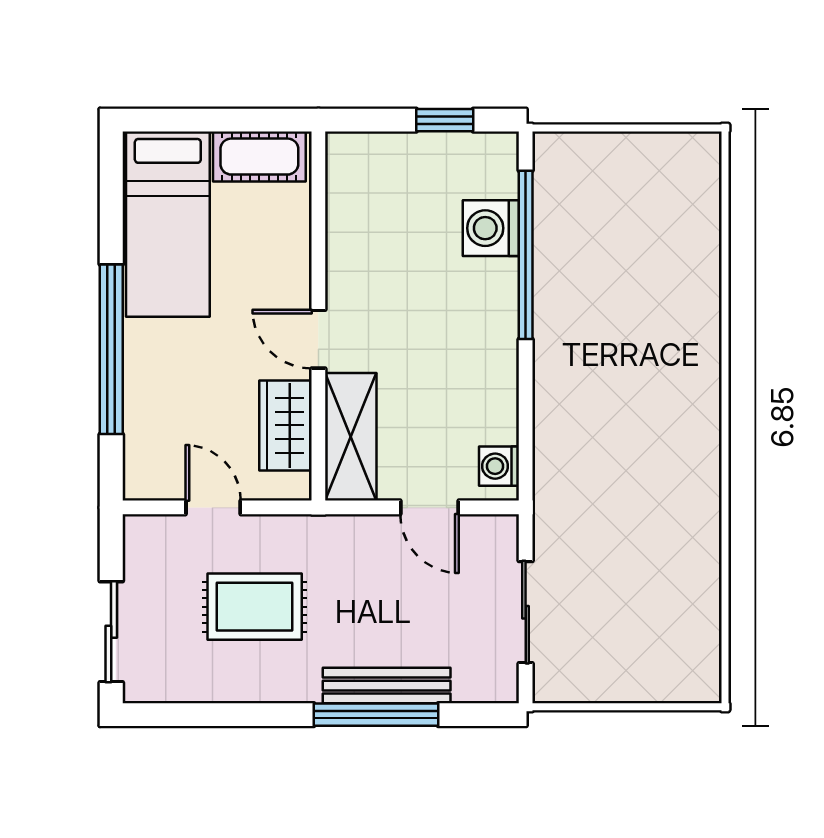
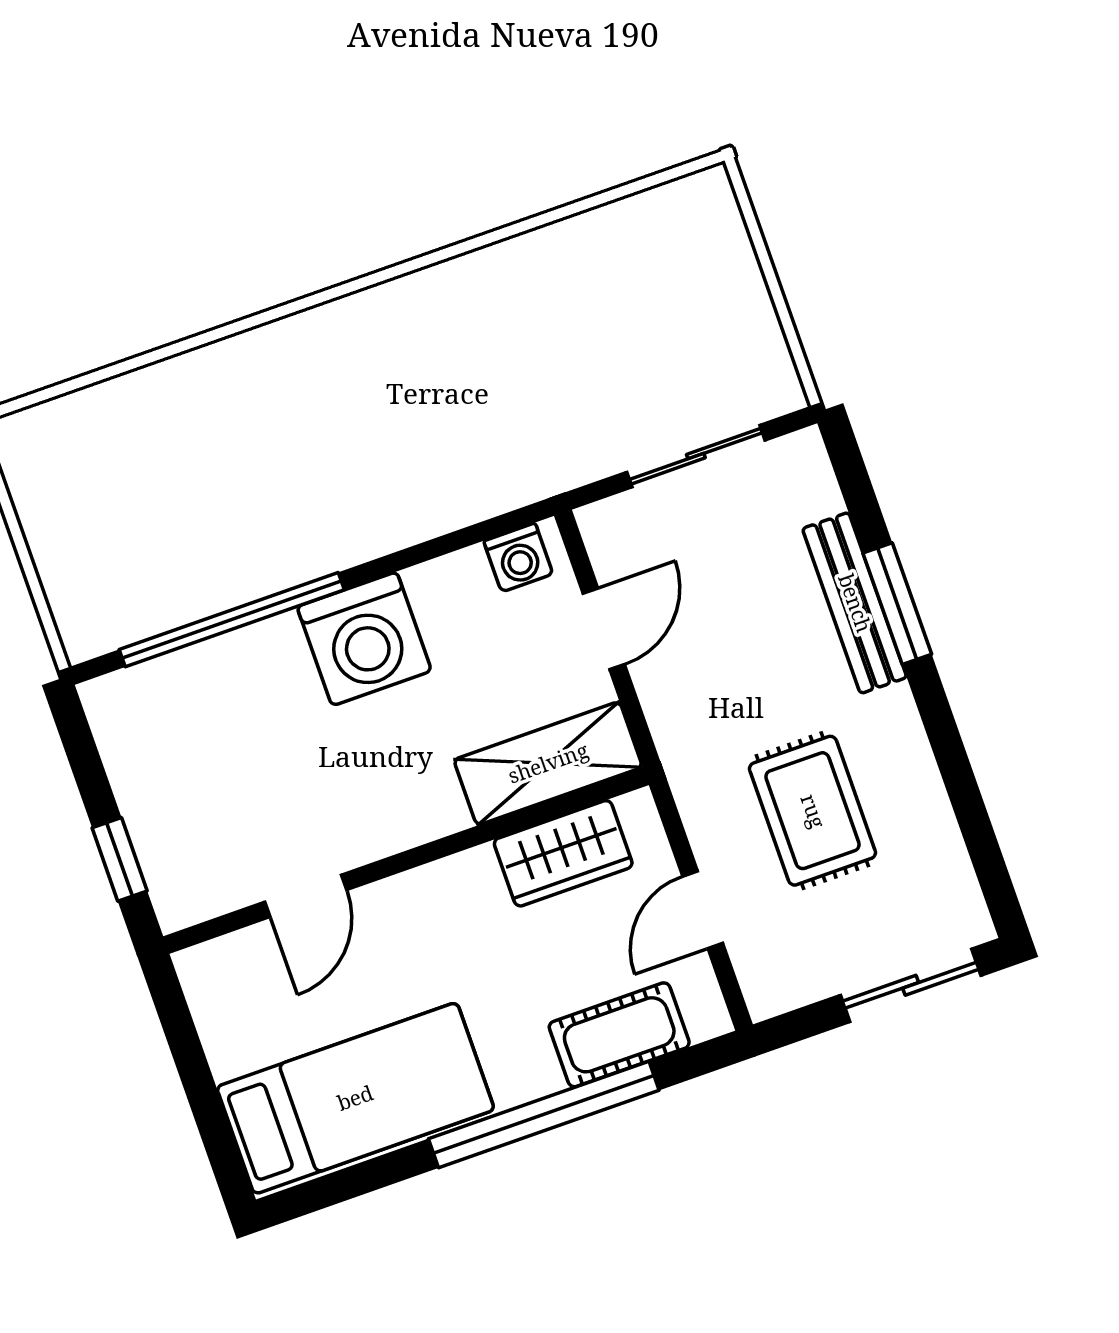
window: (445, 120) -> (120, 859), moved
cot: (259, 157) -> (619, 1035), moved, turned 90
washing machine: (491, 228) -> (364, 639), moved, width x1.37, depth x1.37
door: (318, 339) -> (306, 896), moved
window: (376, 715) -> (897, 604), width x0.69

